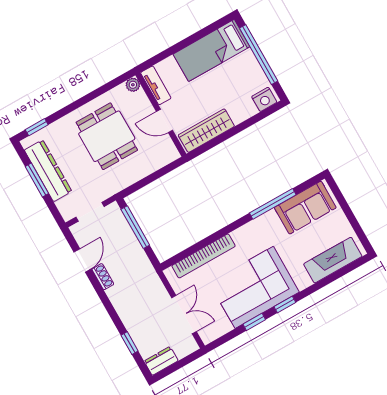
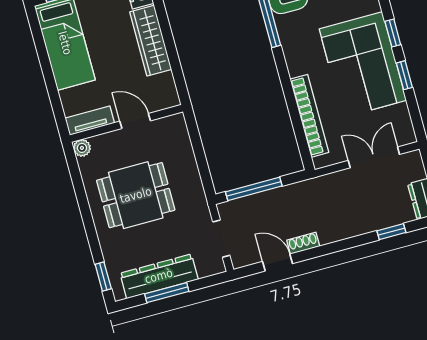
door: (165, 121) -> (135, 121), swing flipped
wardrobe: (206, 131) -> (151, 41), moved

